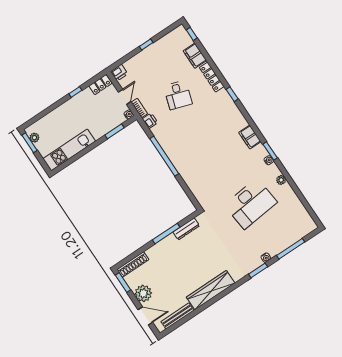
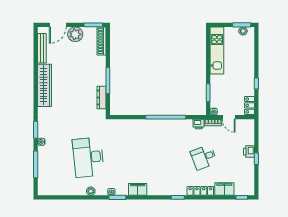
printer: (119, 73) -> (249, 152), moved
desk: (178, 95) -> (204, 157), turned -39

